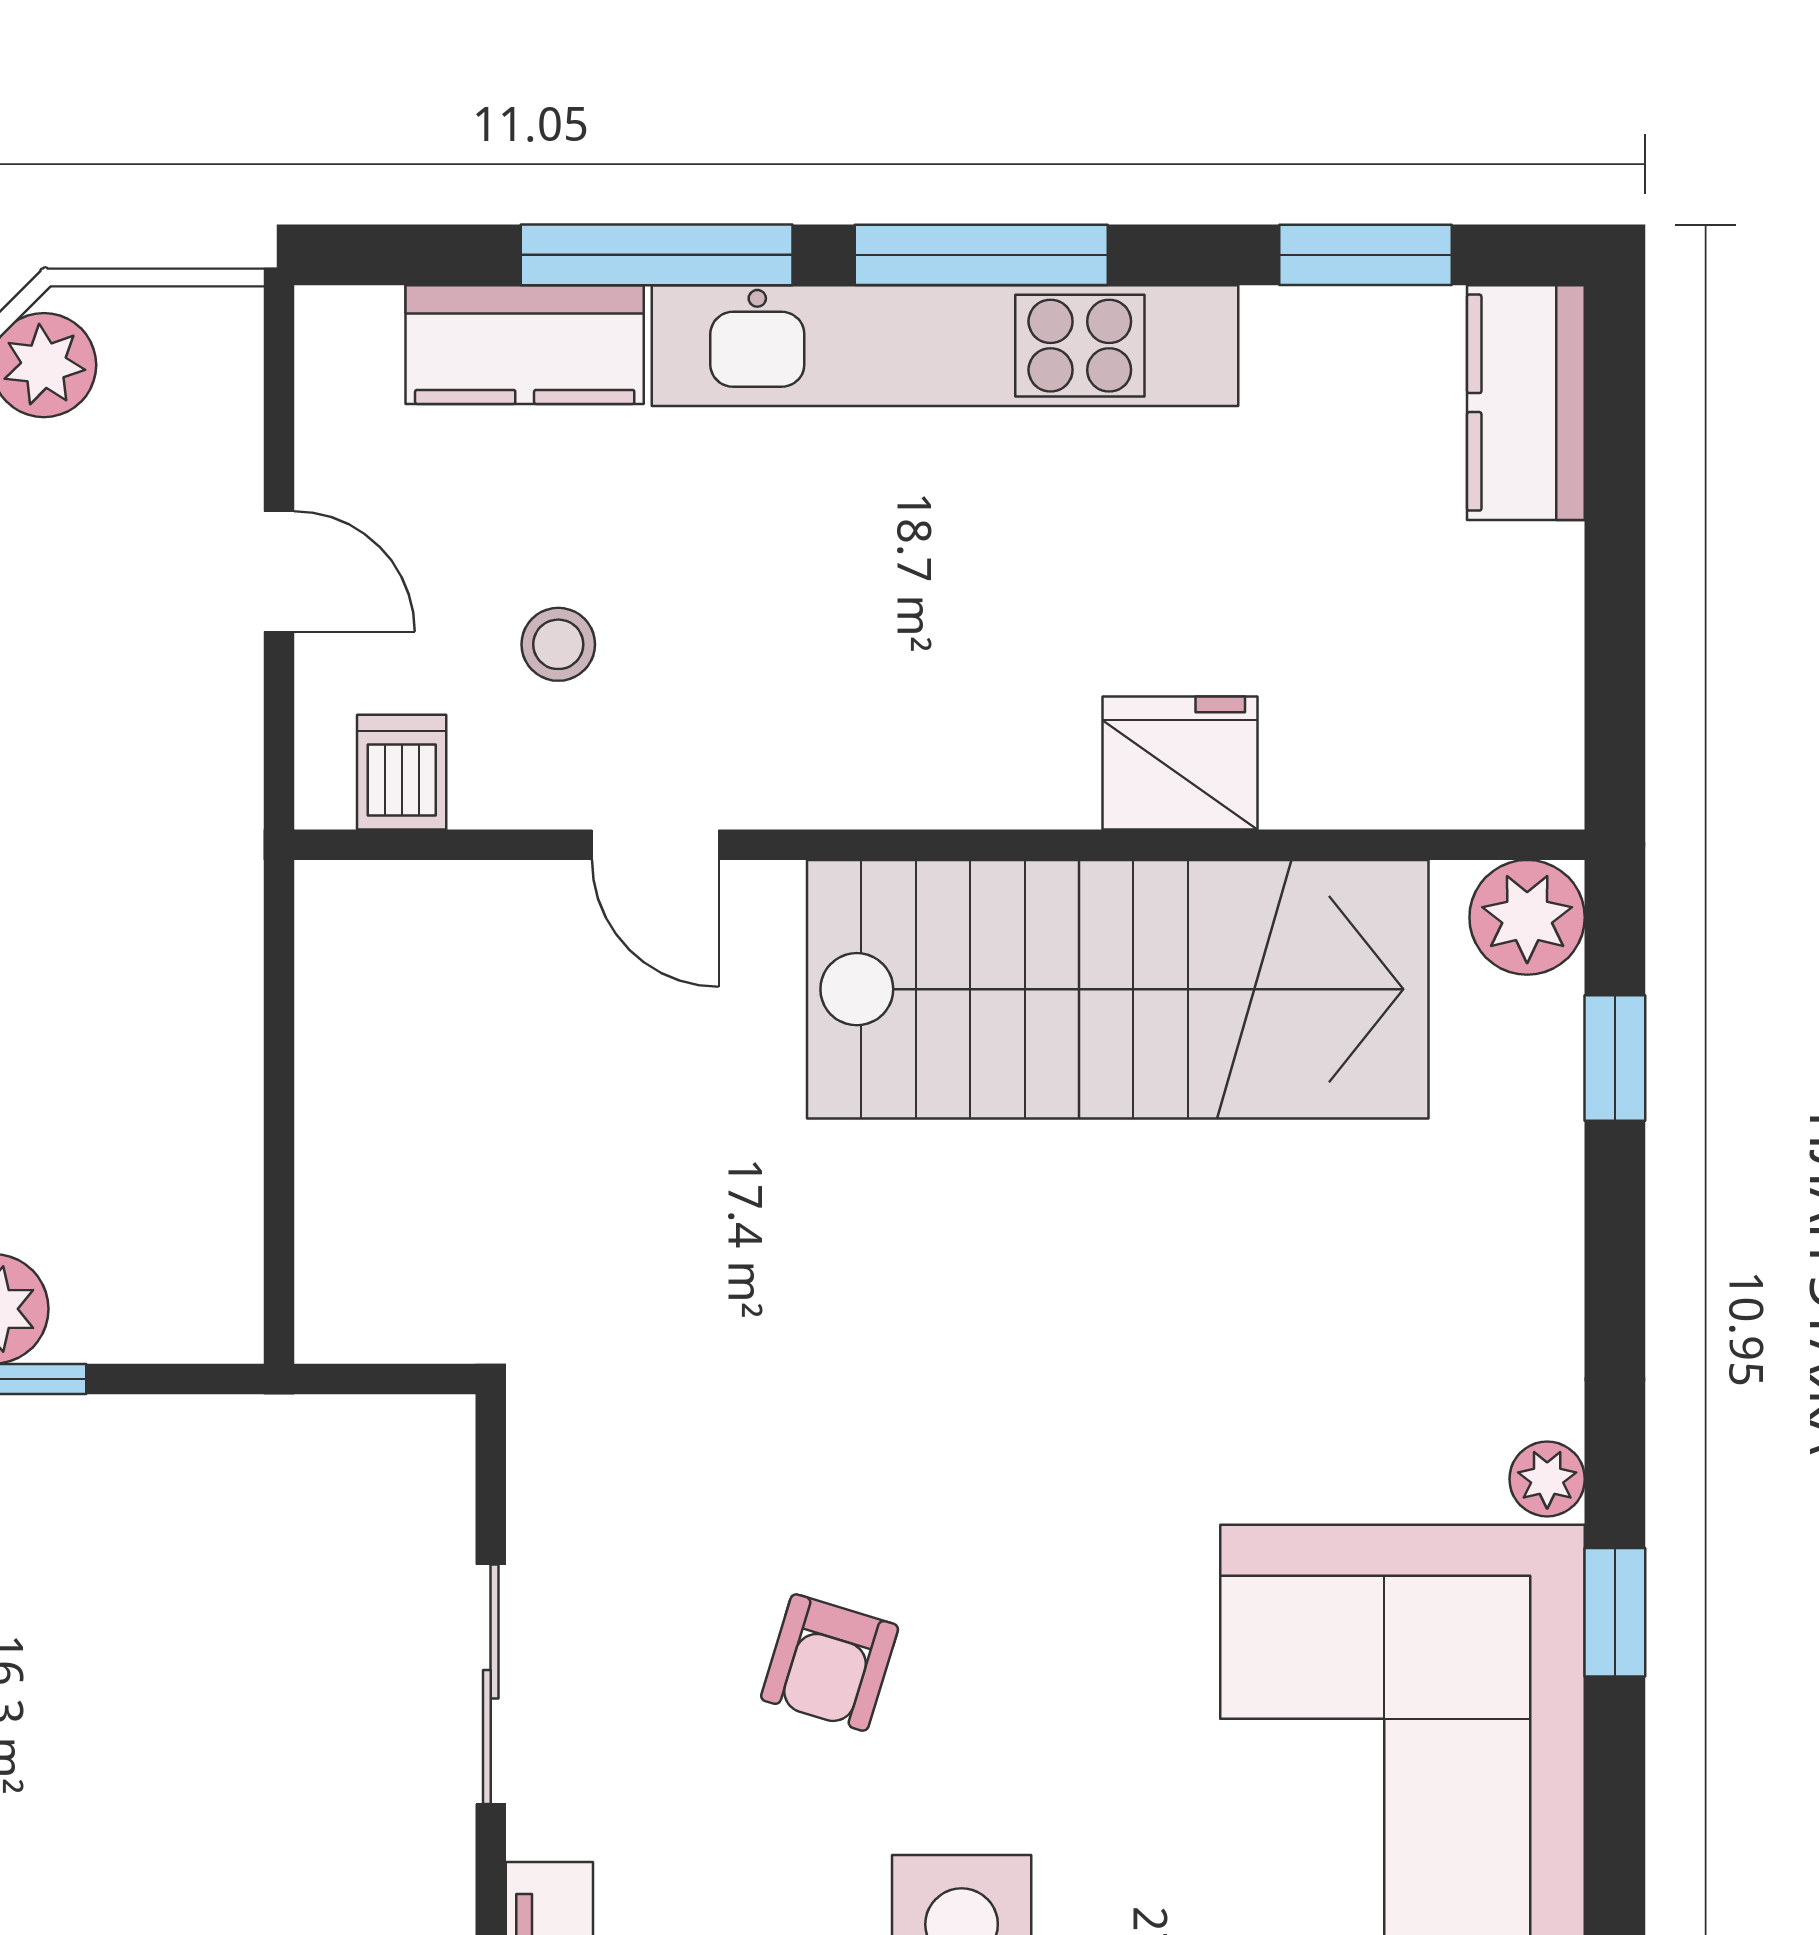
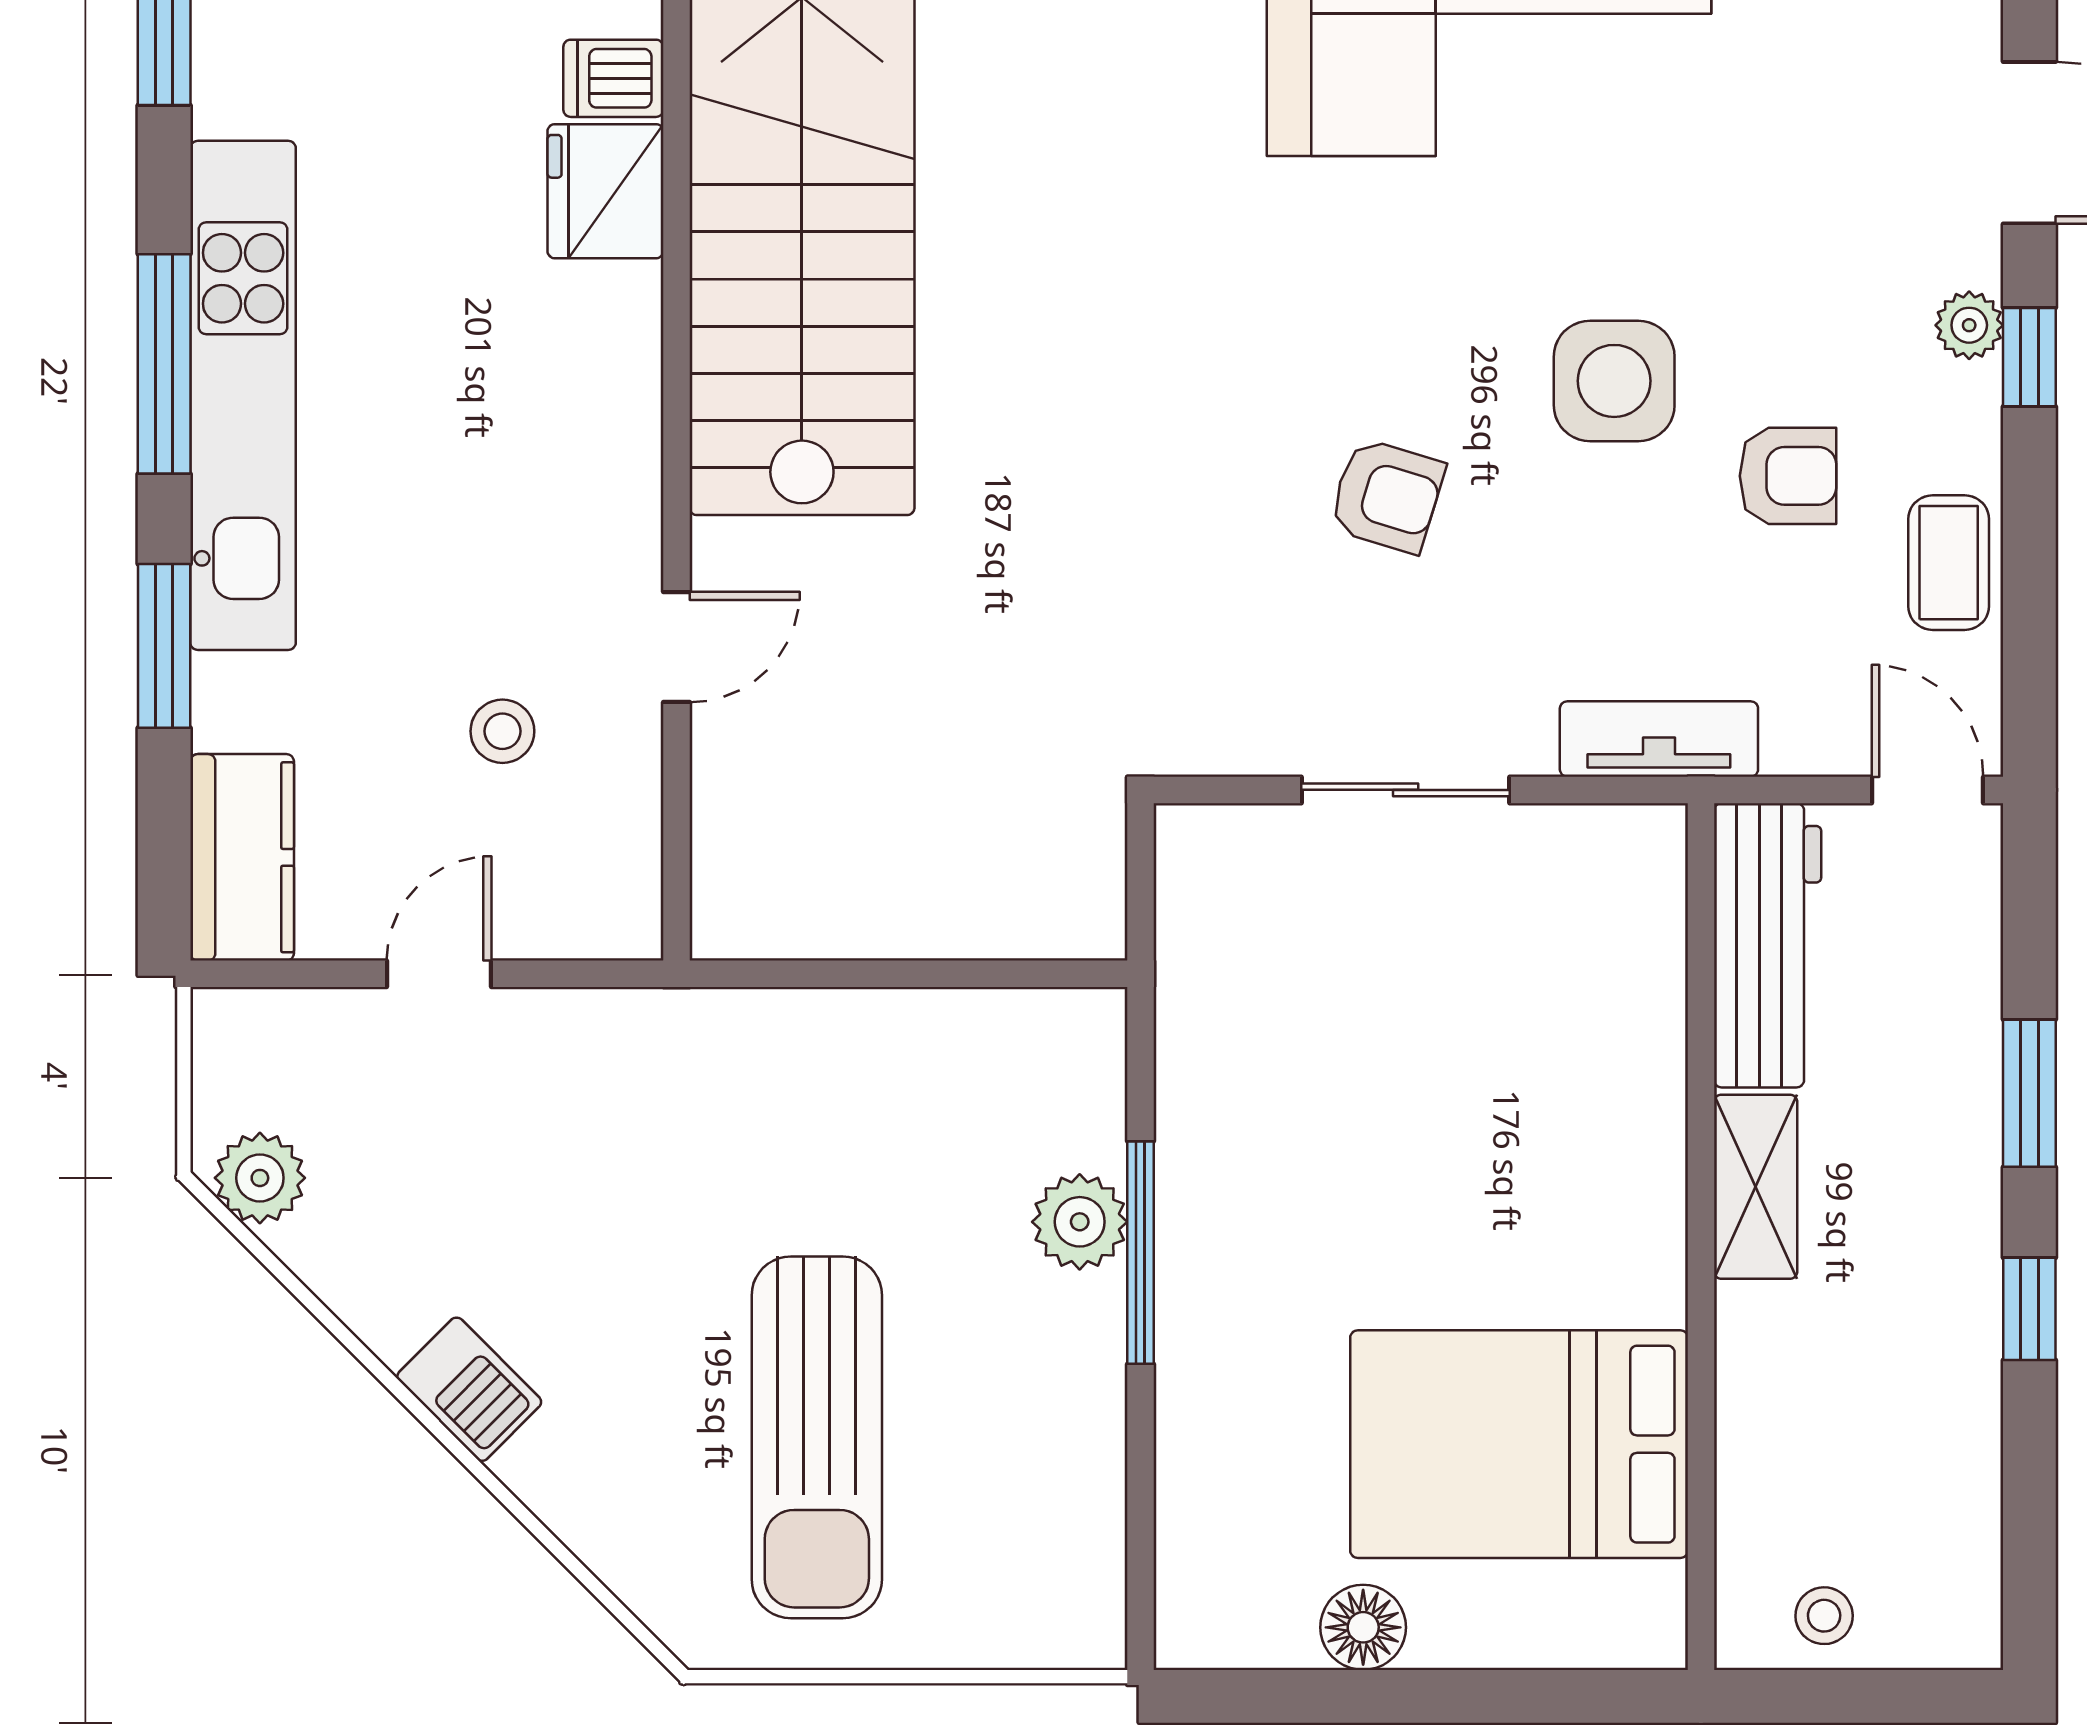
window: (657, 255) -> (164, 646), width x0.69
kitchen counter: (525, 345) -> (242, 857), moved
dishwasher: (402, 772) -> (613, 78), moved

